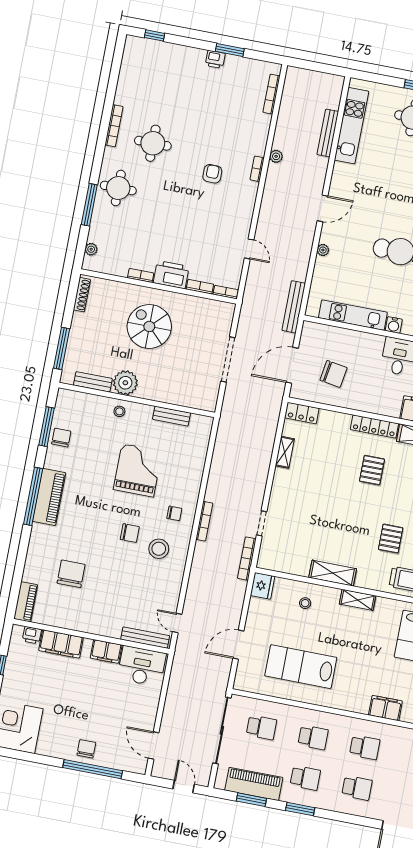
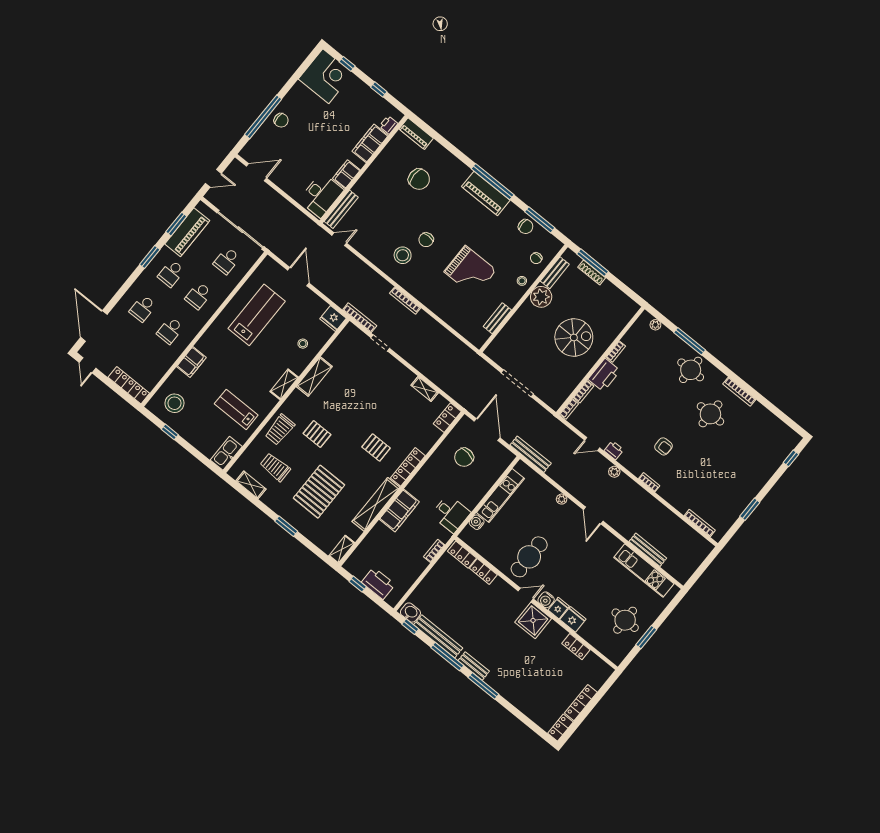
printer: (215, 59) -> (614, 450), moved, turned 90
plant: (276, 156) -> (614, 472), moved
shoe rack: (82, 295) -> (592, 272), moved
chair: (174, 513) -> (536, 258), moved

